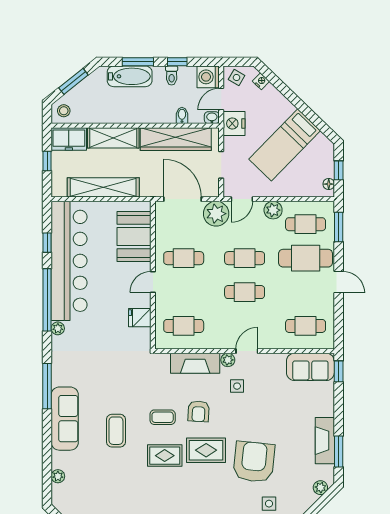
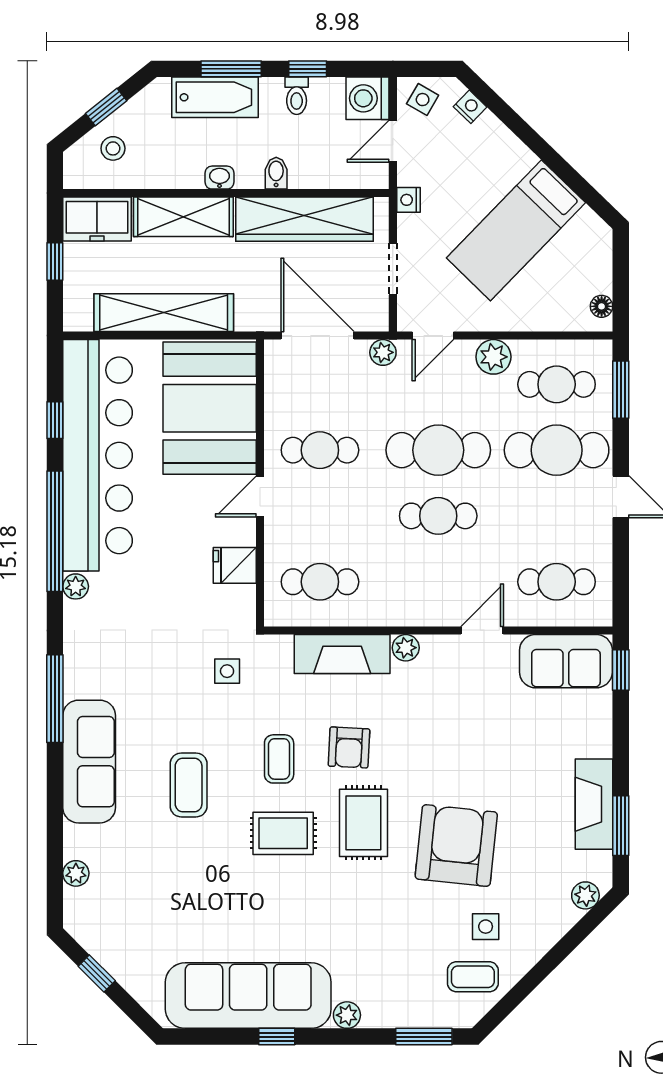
window: (73, 81) -> (106, 107), width x0.67
stool: (64, 111) -> (113, 148), moved
bidet: (182, 115) -> (276, 173), moved
washbasin: (212, 118) -> (220, 178), moved
nightstand: (234, 124) -> (408, 200), width x0.53, depth x0.56
window: (339, 170) -> (621, 280), removed
plant: (216, 214) -> (383, 352), width x0.53, depth x0.53
booth: (134, 237) -> (210, 408), width x1.36, depth x1.42
cafe table: (245, 258) -> (438, 450), width x1.37, depth x1.35
door: (247, 351) -> (482, 630), moved
side table: (237, 386) -> (227, 671), moved
coffee table: (163, 417) -> (279, 759), turned 90
rug: (206, 450) -> (363, 823), turned 90

